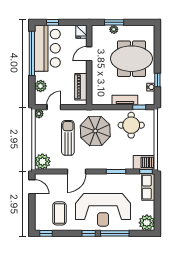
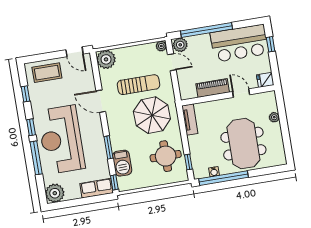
window: (114, 22) -> (282, 116), removed
window: (32, 53) -> (207, 30), moved
window: (157, 80) -> (224, 178), width x3.17
plant: (41, 86) -> (180, 45), moved
piano: (81, 87) -> (213, 88), moved
tv unit: (125, 100) -> (190, 120), moved
barbecue: (144, 162) -> (122, 163), moved
door: (32, 187) -> (74, 52), hinge flipped
coffee table: (59, 213) -> (47, 73), moved
window: (46, 233) -> (25, 94), moved

